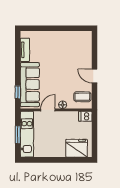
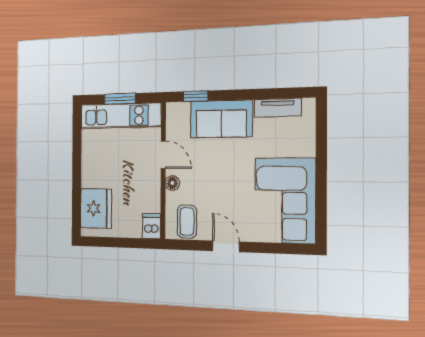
corner sofa: (71, 46) -> (285, 200), added
door: (94, 76) -> (226, 246), hinge flipped
sofa: (30, 85) -> (221, 119), width x0.73

